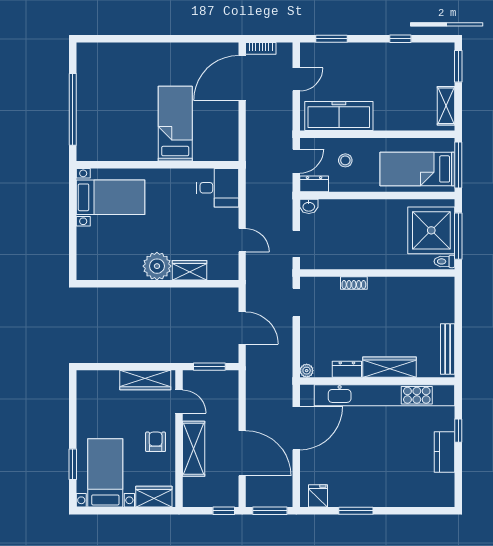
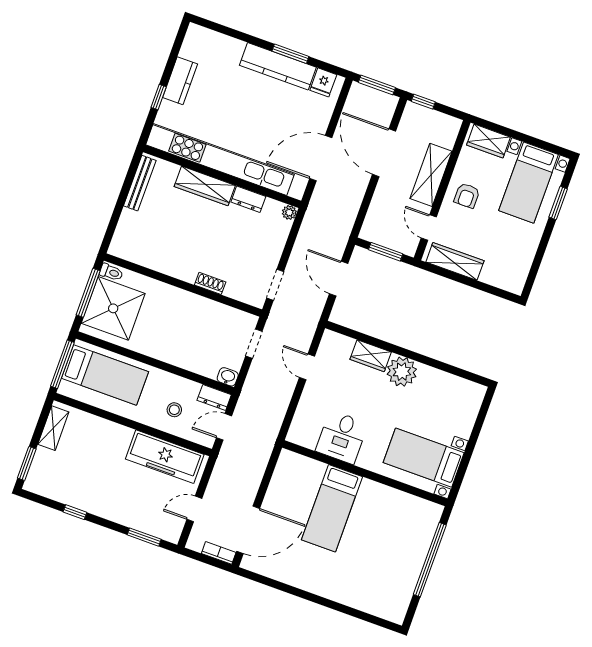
desk: (218, 188) -> (342, 437), moved, turned -90
kitchen counter: (363, 496) -> (278, 66), added

